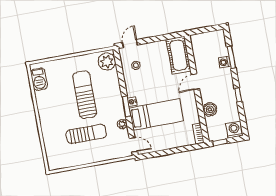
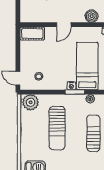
cot: (178, 55) -> (32, 34), width x0.73, depth x0.75
door: (195, 82) -> (64, 25), hinge flipped
sun lounger: (85, 95) -> (57, 128), turned -90

